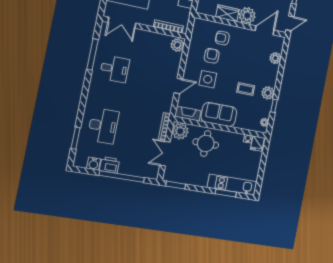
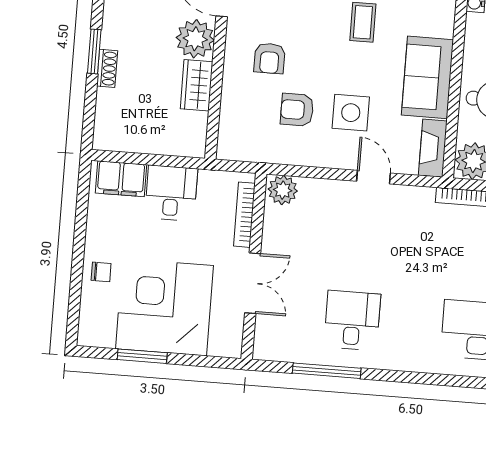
double door: (122, 23) -> (253, 283), moved
armchair: (222, 38) -> (270, 58), moved

